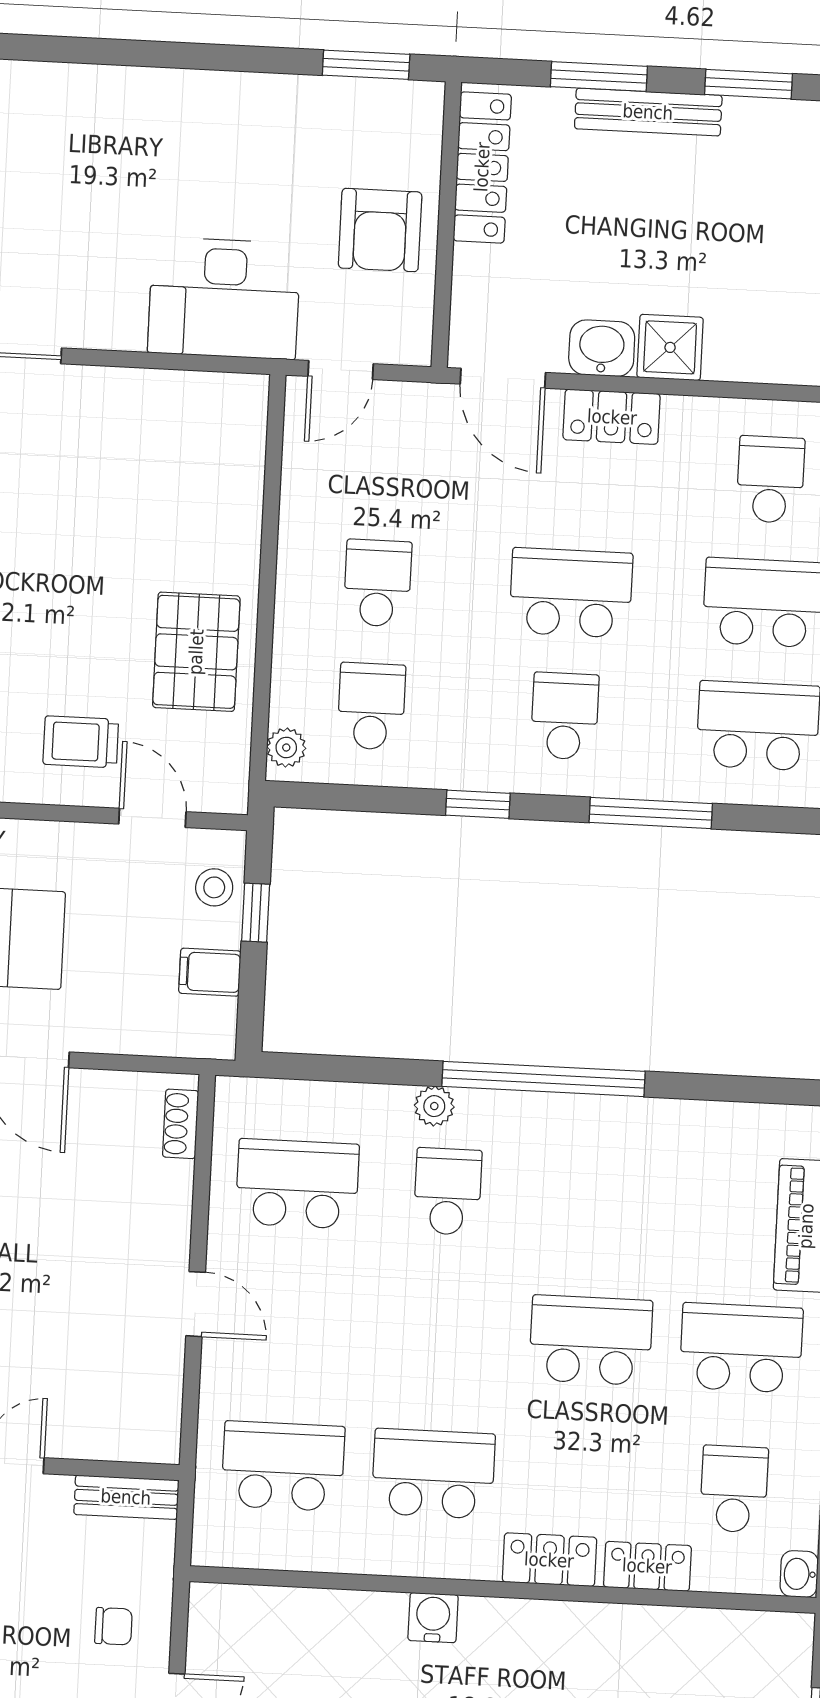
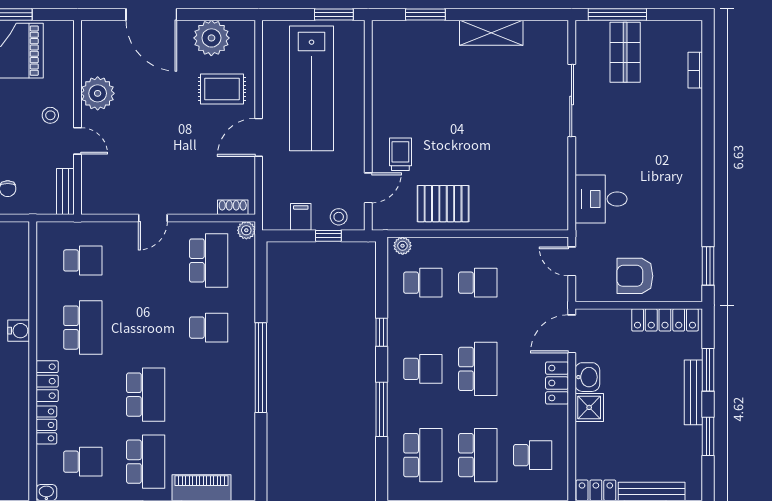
desk: (224, 298) -> (601, 199), width x0.73
plant: (434, 1106) -> (246, 230), moved
school desk: (283, 1466) -> (83, 260), width x0.54

